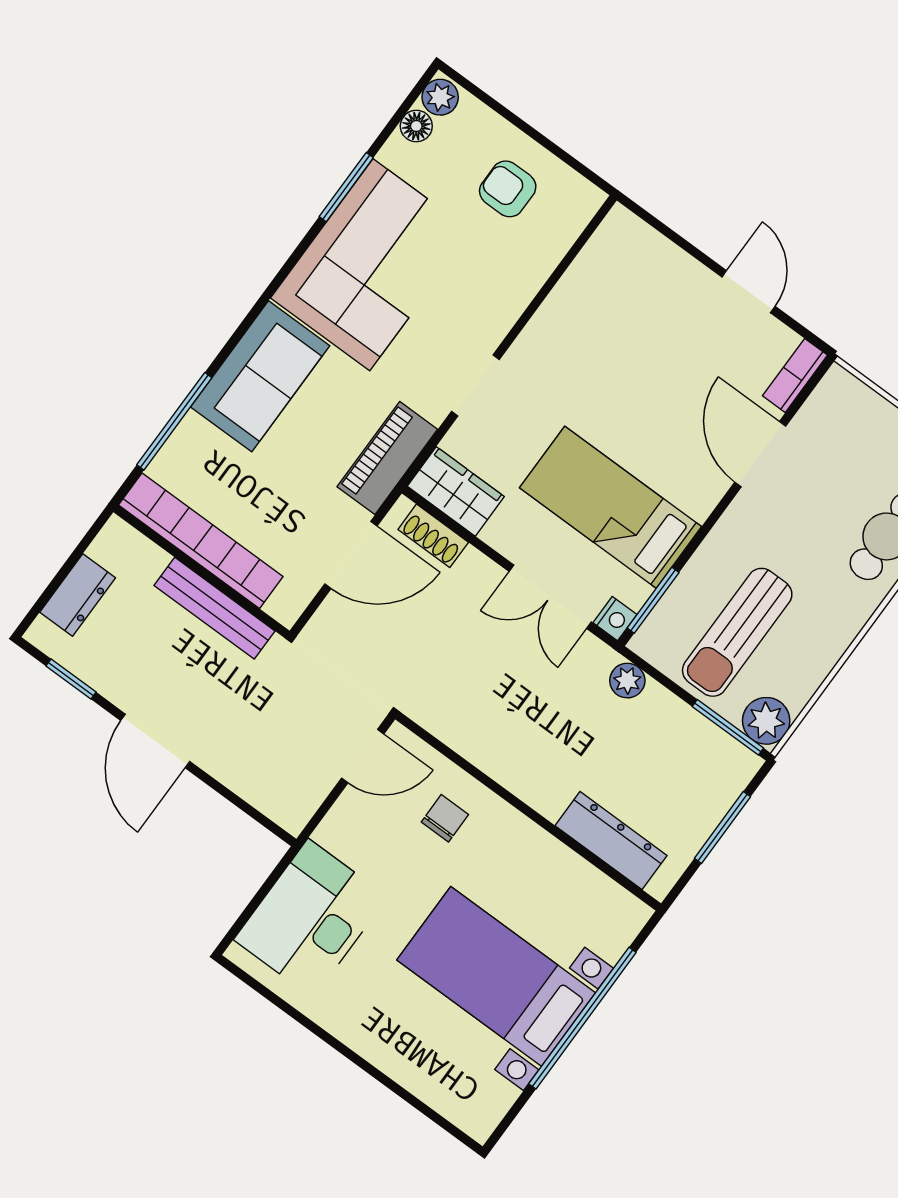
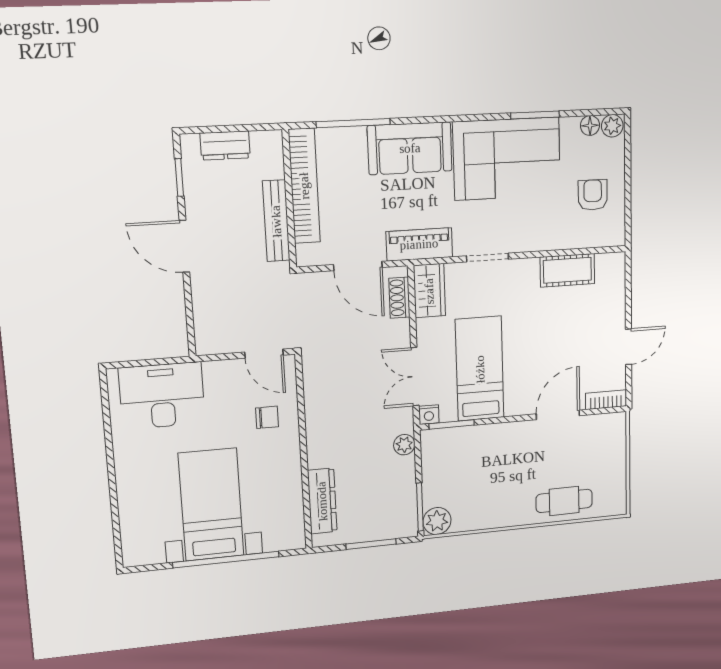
cot: (578, 296) -> (567, 270), added
sun lounger: (737, 632) -> (467, 474), removed
door: (155, 741) -> (184, 246), hinge flipped

